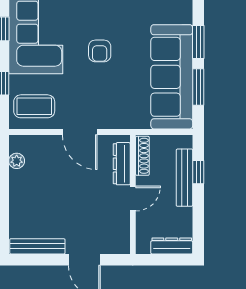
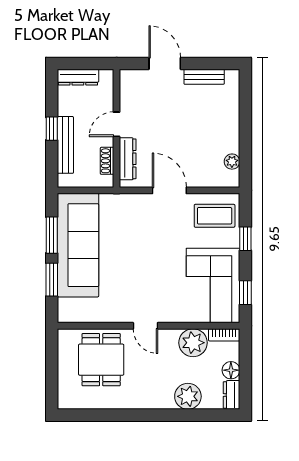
armchair: (100, 51) -> (150, 271), removed
shoe rack: (142, 156) -> (107, 161), width x0.70
window: (198, 172) -> (52, 129), moved
bench: (37, 246) -> (204, 77), width x0.73

